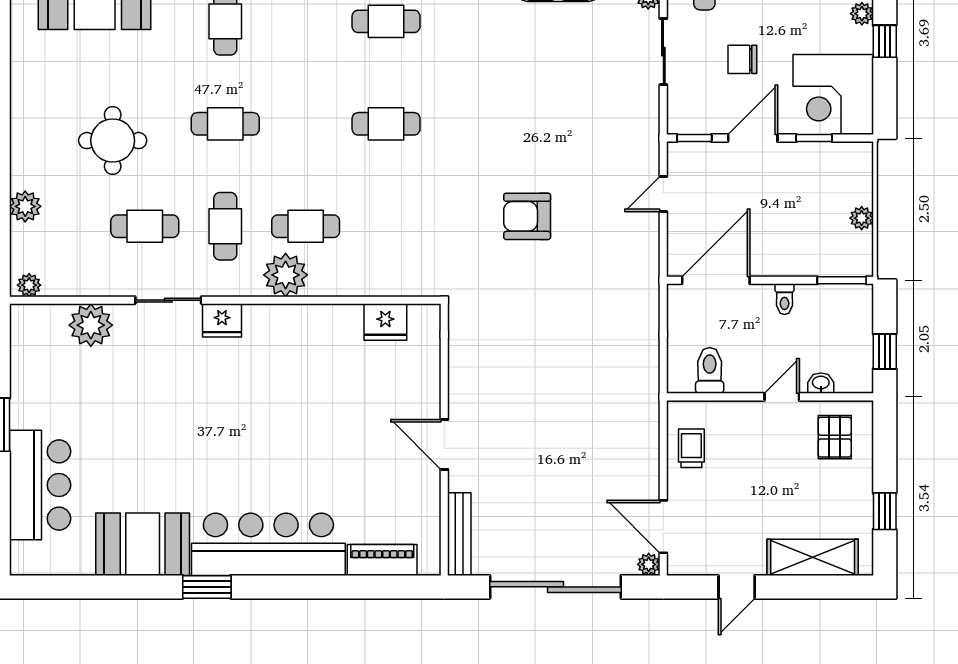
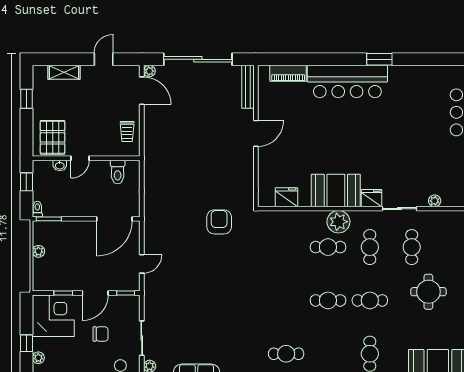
cafe table: (386, 124) -> (328, 300), moved
armchair: (527, 216) -> (219, 222), moved, turned -90
cafe table: (145, 226) -> (412, 247), turned 90
toilet: (785, 299) -> (37, 209), moved
plant: (91, 325) -> (435, 201), width x0.53, depth x0.53
pallet: (835, 437) -> (53, 137), width x1.50, depth x1.42
door: (444, 444) -> (256, 133), hinge flipped
booth: (143, 544) -> (336, 190), moved
shelving: (813, 557) -> (64, 72), width x0.67, depth x0.75

